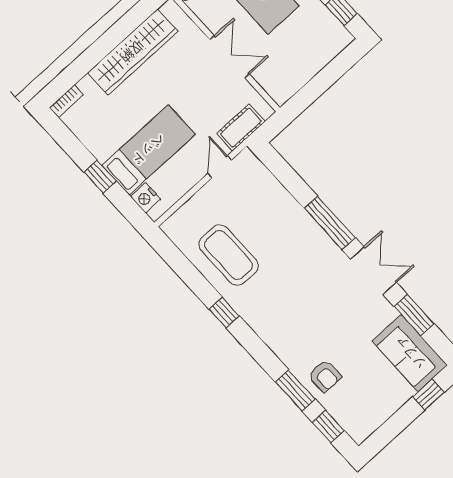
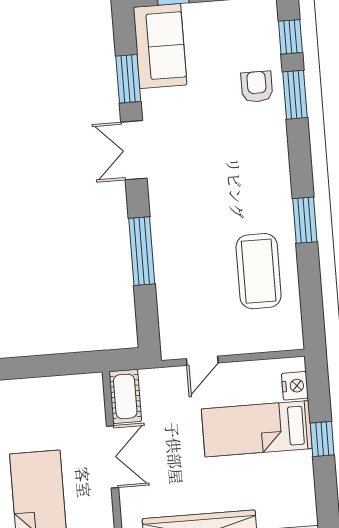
double door: (230, 57) -> (112, 457), swing flipped
cot: (241, 127) -> (125, 396), moved, turned 90
window: (330, 223) -> (142, 251), moved
window: (224, 313) -> (305, 220), width x1.50

